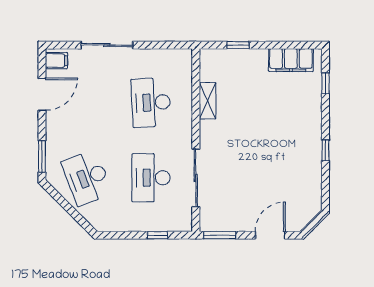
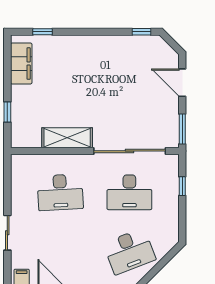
sliding door: (107, 45) -> (7, 233), width x0.73
shelving: (208, 101) -> (67, 138), width x1.50, depth x1.33
window: (325, 150) -> (142, 32), moved
sliding door: (196, 178) -> (130, 151), width x1.36

